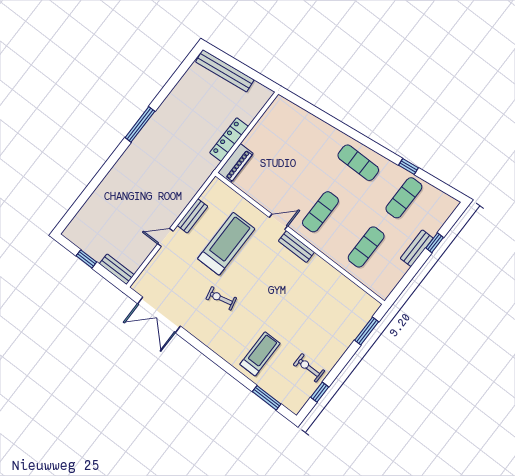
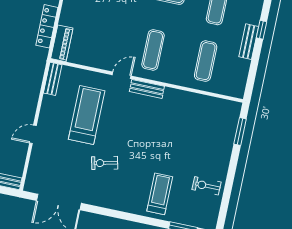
bench: (192, 216) -> (53, 79), moved
window: (320, 392) -> (225, 202), removed

